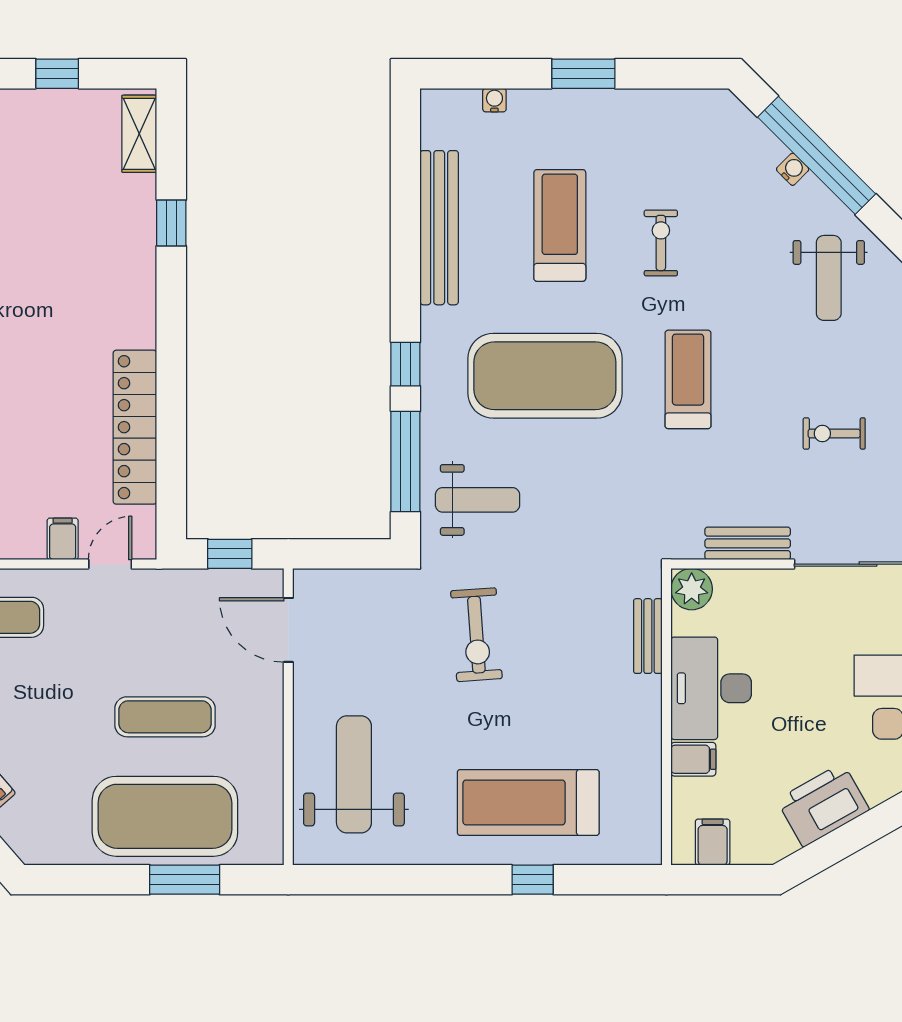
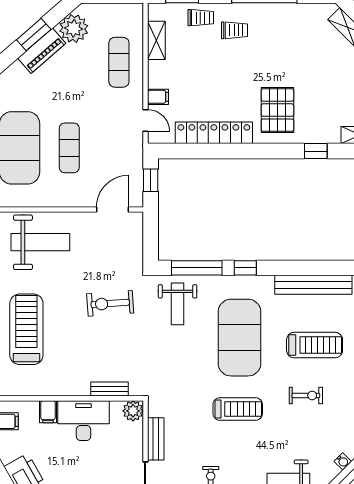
pallet: (89, 300) -> (277, 110), added

